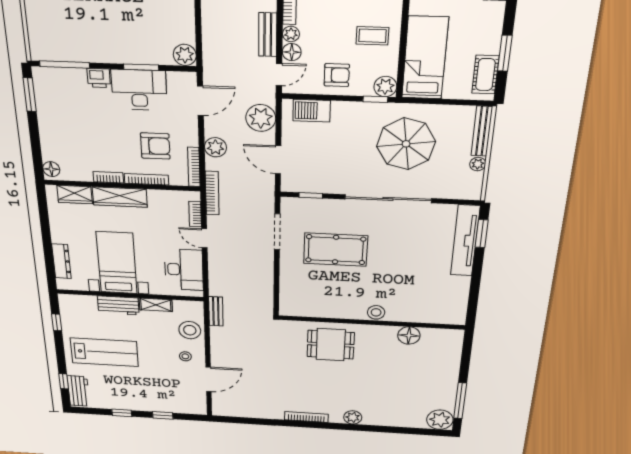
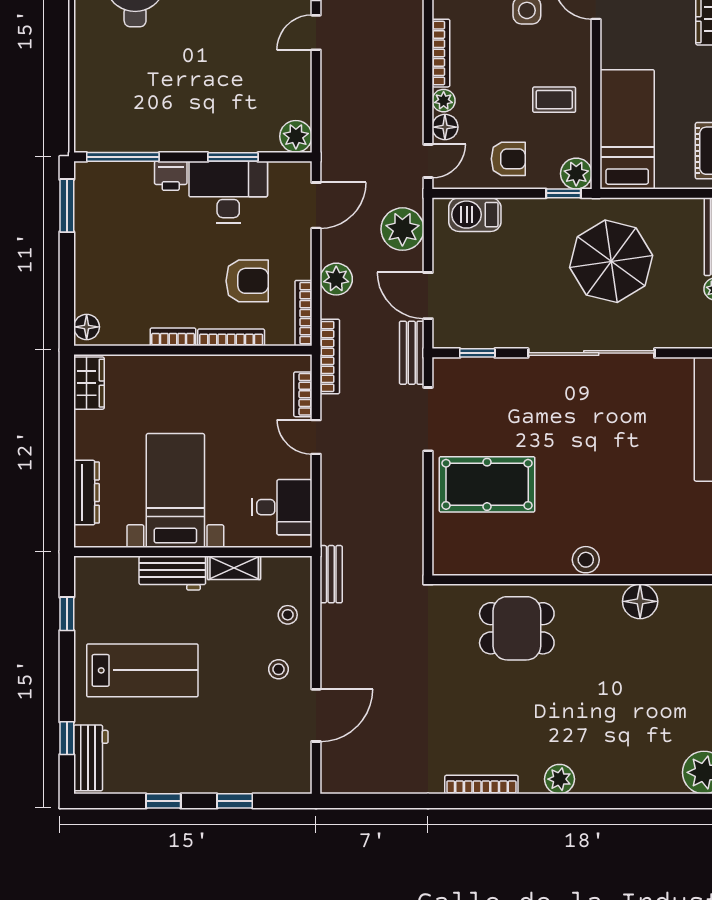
bench: (268, 35) -> (412, 353), moved
wardrobe: (75, 195) -> (89, 383), moved, turned -90
wardrobe: (120, 197) -> (188, 370), removed
pool table: (336, 250) -> (487, 484), moved
desk: (184, 270) -> (282, 507), width x0.73
stool: (190, 330) -> (288, 615), width x0.53, depth x0.53

